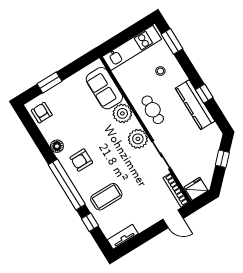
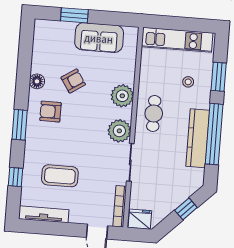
window: (172, 41) -> (219, 77), moved
sofa: (104, 88) -> (99, 38), moved, turned -90
window: (204, 94) -> (214, 134), width x3.17
armchair: (42, 113) -> (73, 81), moved, turned 57
window: (67, 184) -> (20, 125), width x0.47
coffee table: (106, 197) -> (60, 176), moved
tv unit: (123, 237) -> (44, 214), width x1.41

